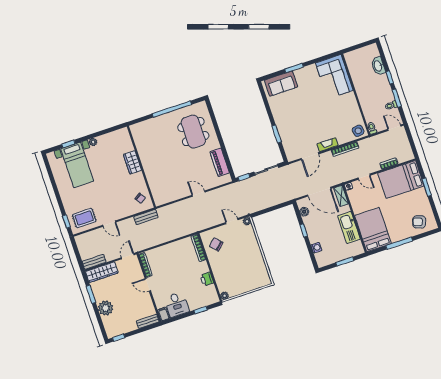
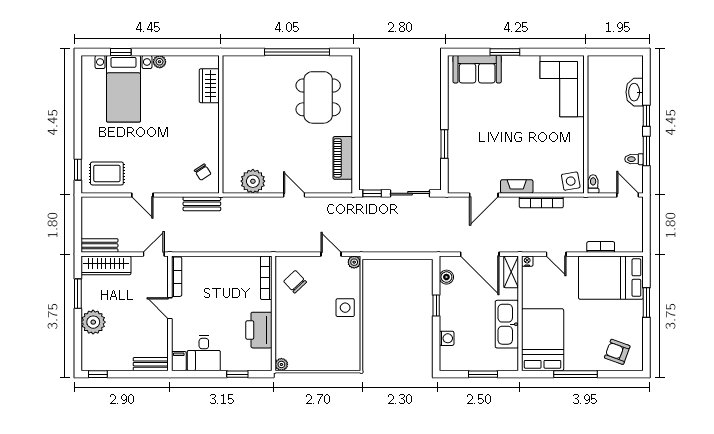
wardrobe: (132, 162) -> (209, 86), moved
plant: (172, 194) -> (253, 181), added
side table: (251, 250) -> (345, 308), added
printer: (207, 279) -> (259, 330), width x1.87, depth x1.48

